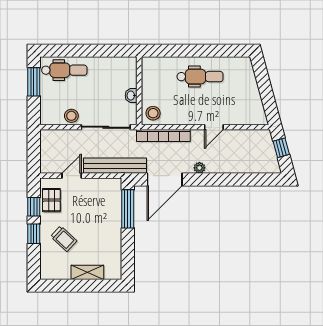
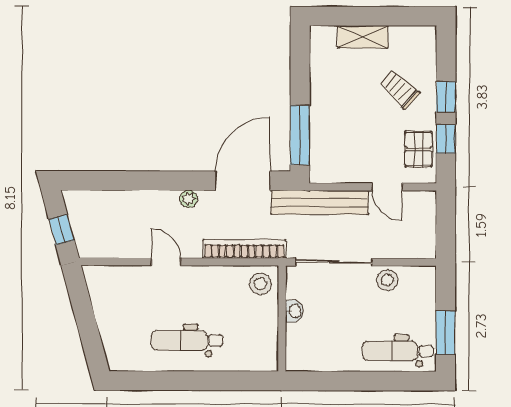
door: (214, 127) -> (166, 262), hinge flipped
door: (72, 176) -> (387, 187), hinge flipped

